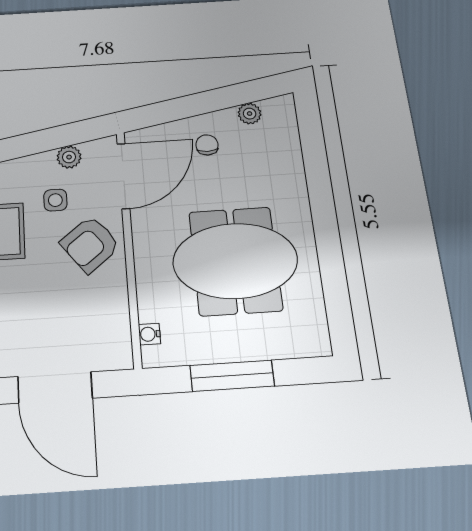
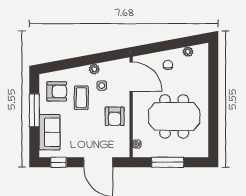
plant: (69, 157) -> (94, 69), moved
door: (123, 176) -> (131, 77), hinge flipped
armchair: (90, 244) -> (115, 116), moved, turned -52

